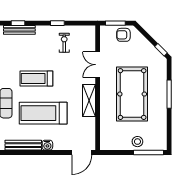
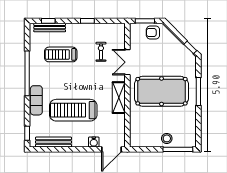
exercise bike: (64, 43) -> (101, 52), moved
treadmill: (36, 79) -> (61, 54), moved
pool table: (132, 94) -> (161, 91), turned 90
water cooler: (47, 145) -> (94, 142), moved

